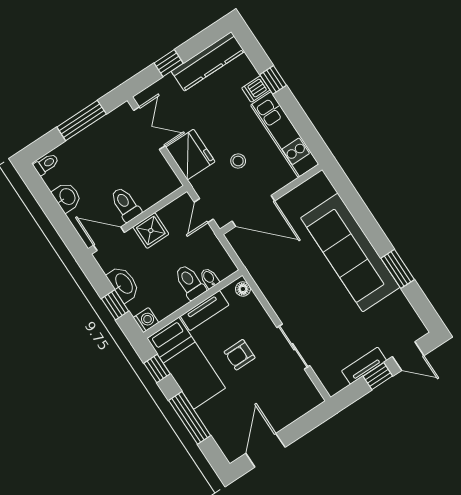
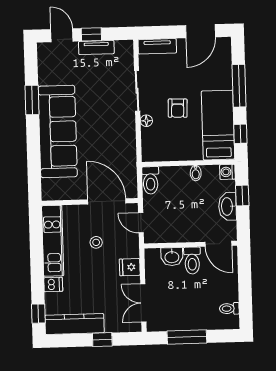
window: (273, 80) -> (38, 314), moved
fridge: (190, 155) -> (130, 267), width x0.53, depth x0.75
toilet: (46, 164) -> (229, 309), moved
washbasin: (67, 197) -> (172, 257), moved, turned -90
door: (204, 211) -> (141, 223), swing flipped
shower: (151, 231) -> (186, 232), removed
bidet: (209, 278) -> (196, 173), moved
toilet: (190, 282) -> (151, 180), moved
floor lamp: (243, 289) -> (146, 121), moved
tv unit: (205, 311) -> (157, 46), moved, turned 180
armchair: (240, 355) -> (178, 108), turned 92

